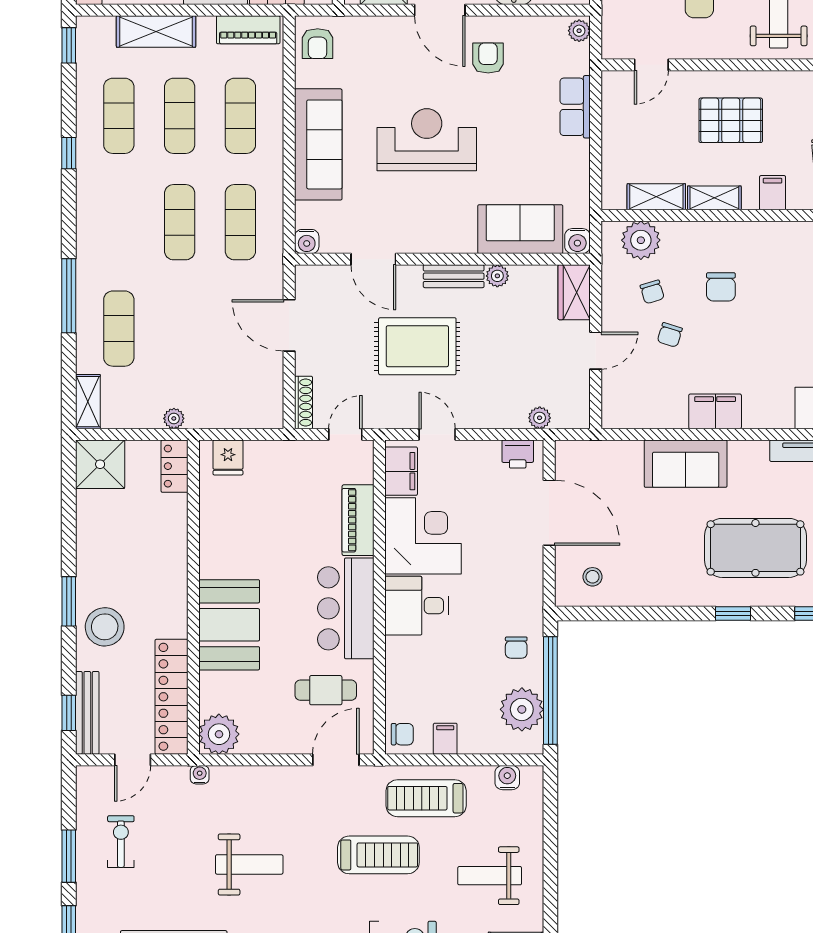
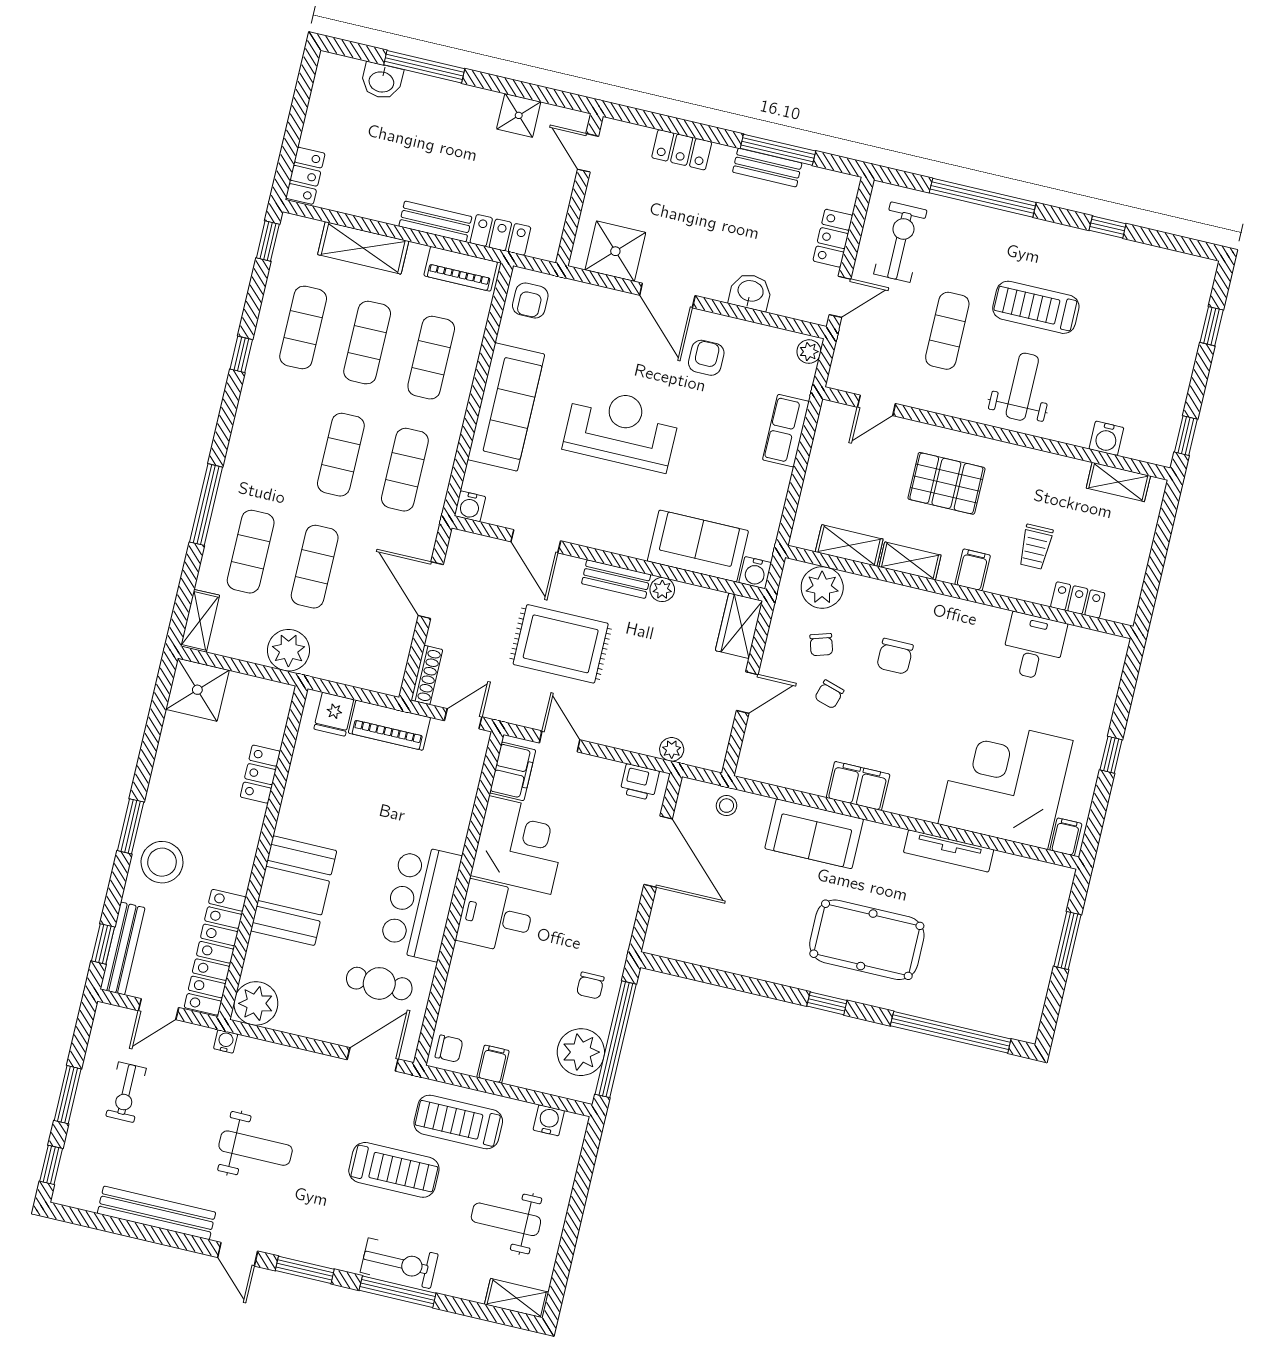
exercise mat: (180, 329) -> (315, 567), added
plant: (174, 418) -> (289, 650), width x1.88, depth x1.88
locker: (174, 466) -> (260, 774), moved
piano: (358, 520) -> (389, 725), moved, turned -90
stool: (593, 577) -> (727, 806), moved
exercise bike: (121, 842) -> (126, 1092), turned 180

